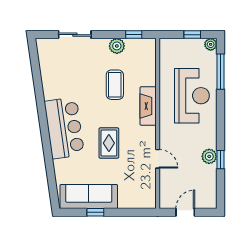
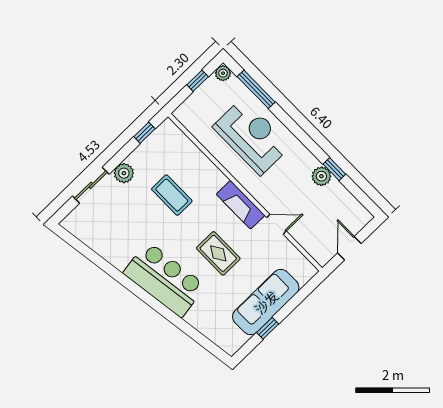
plant: (117, 46) -> (124, 173), moved
fireplace: (148, 106) -> (241, 205), moved
sofa: (89, 196) -> (266, 302), moved

